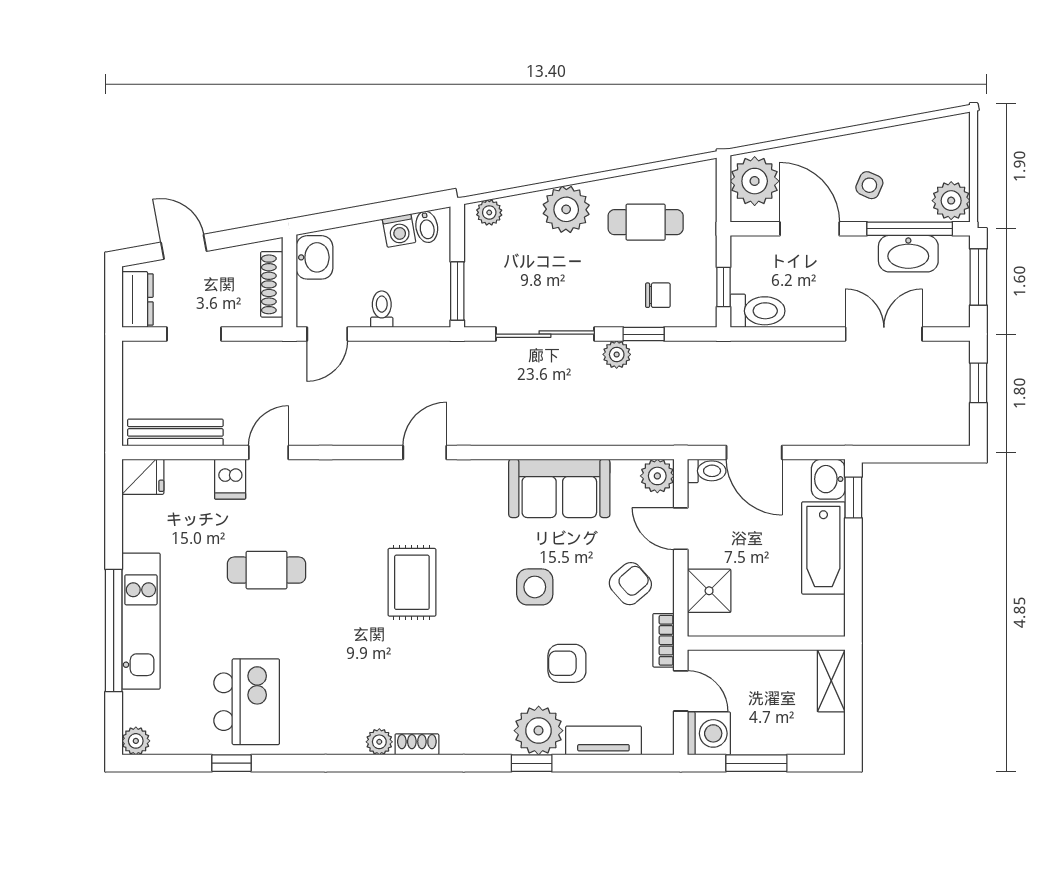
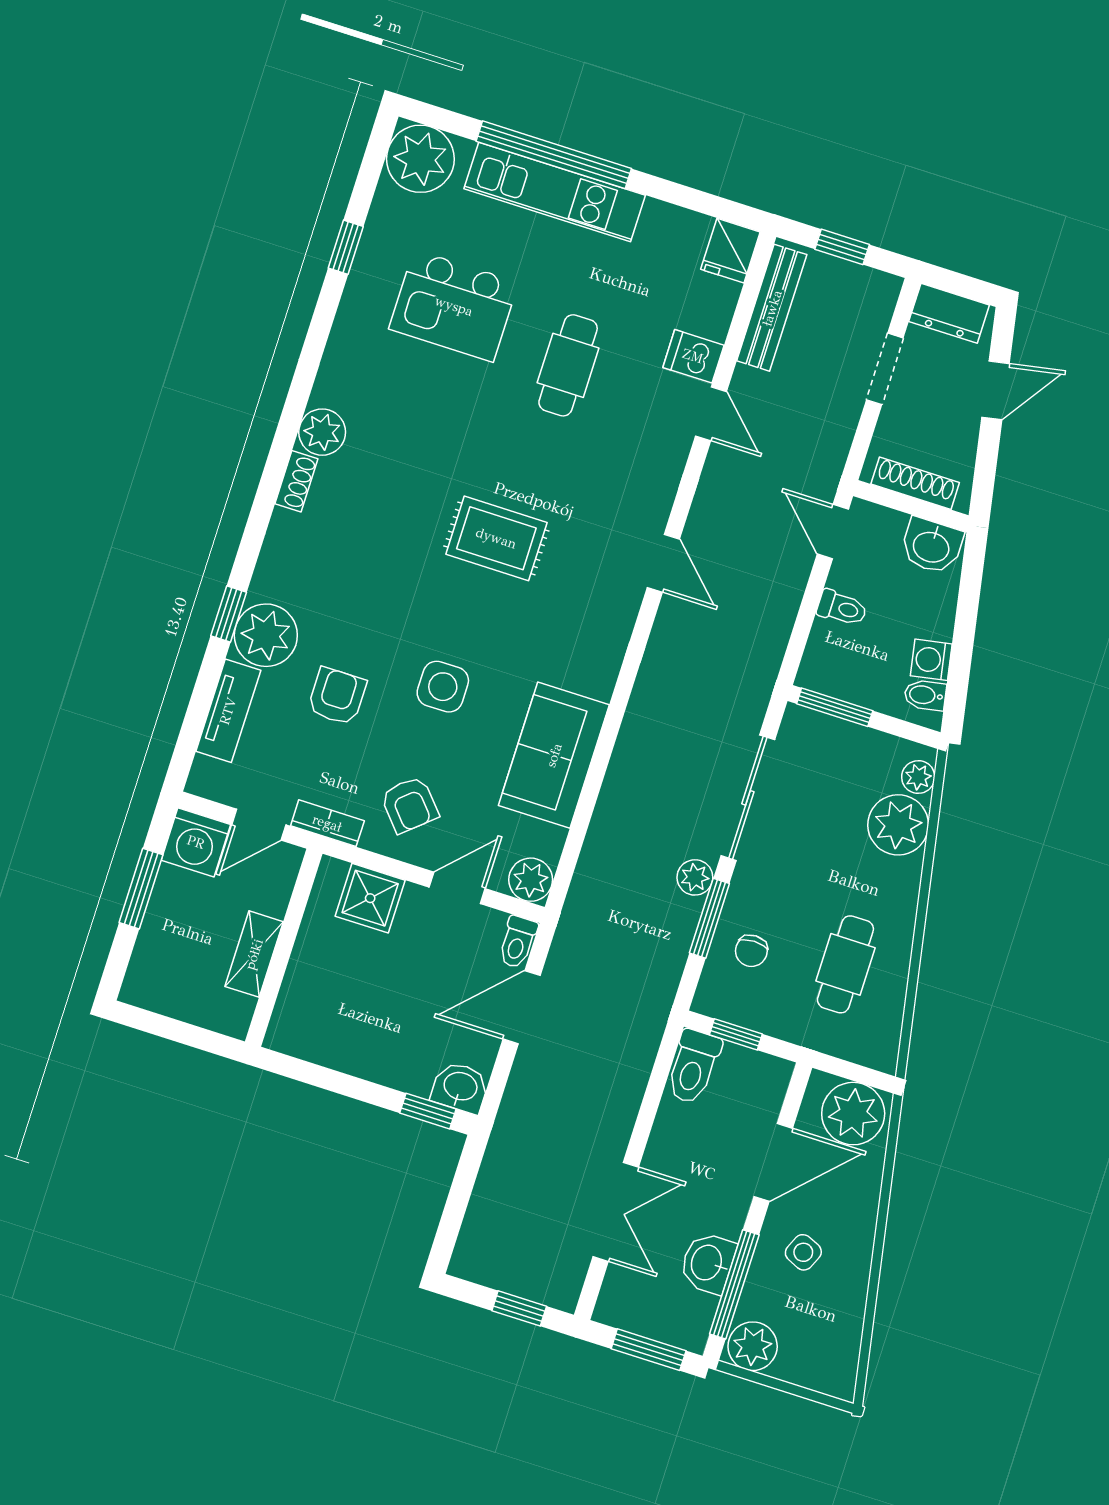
plant: (566, 209) -> (898, 825), moved
washbasin: (908, 254) -> (708, 1263), width x0.72
window: (644, 334) -> (709, 918), width x1.50
window: (114, 395) -> (842, 247), added
door: (425, 452) -> (663, 563), moved
bathtub: (823, 548) -> (378, 1055), removed
shelving: (831, 681) -> (254, 954), moved, turned 90
kitchen island: (247, 702) -> (454, 306), moved
plant: (136, 741) -> (420, 159), width x1.87, depth x1.87
plant: (379, 742) -> (322, 432), width x1.38, depth x1.38

